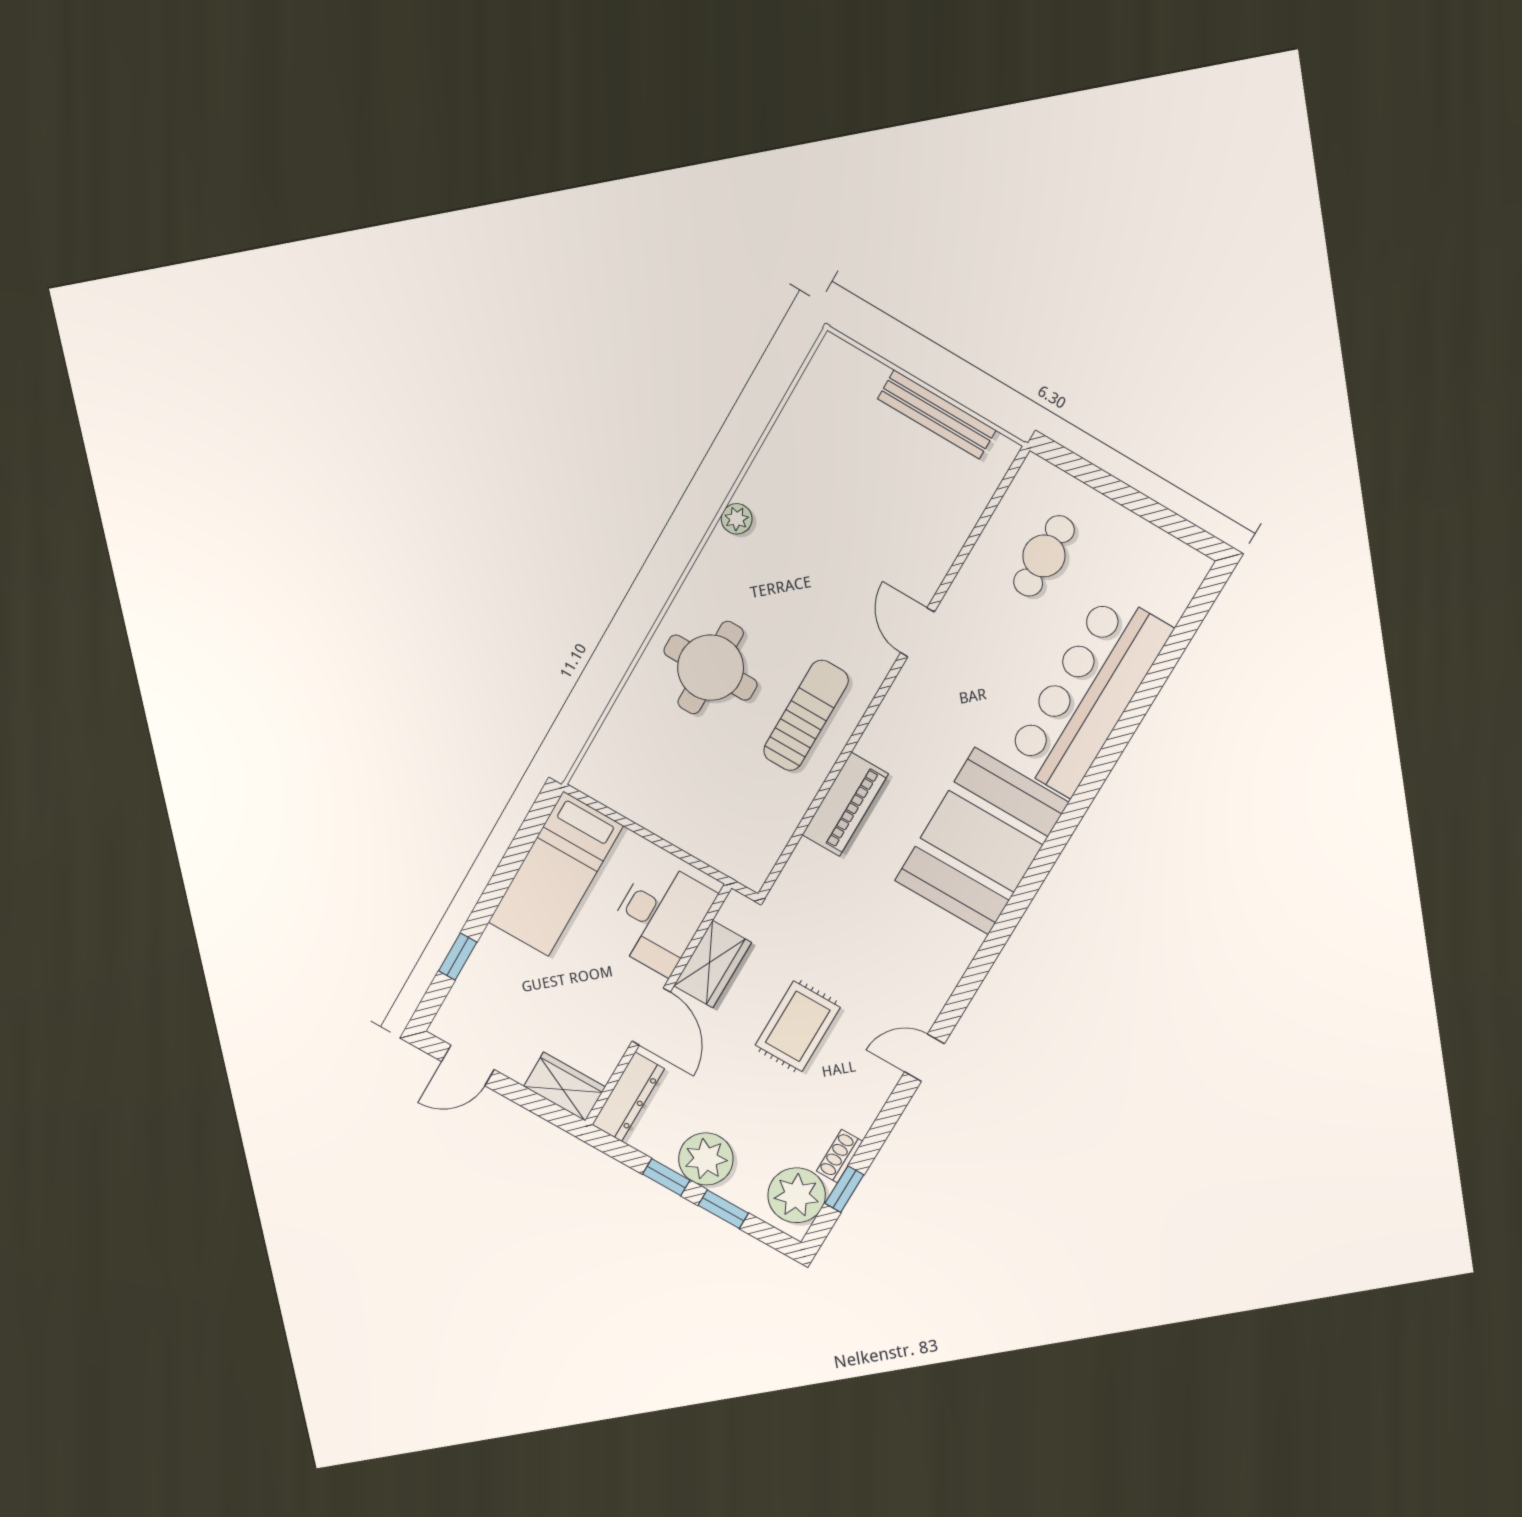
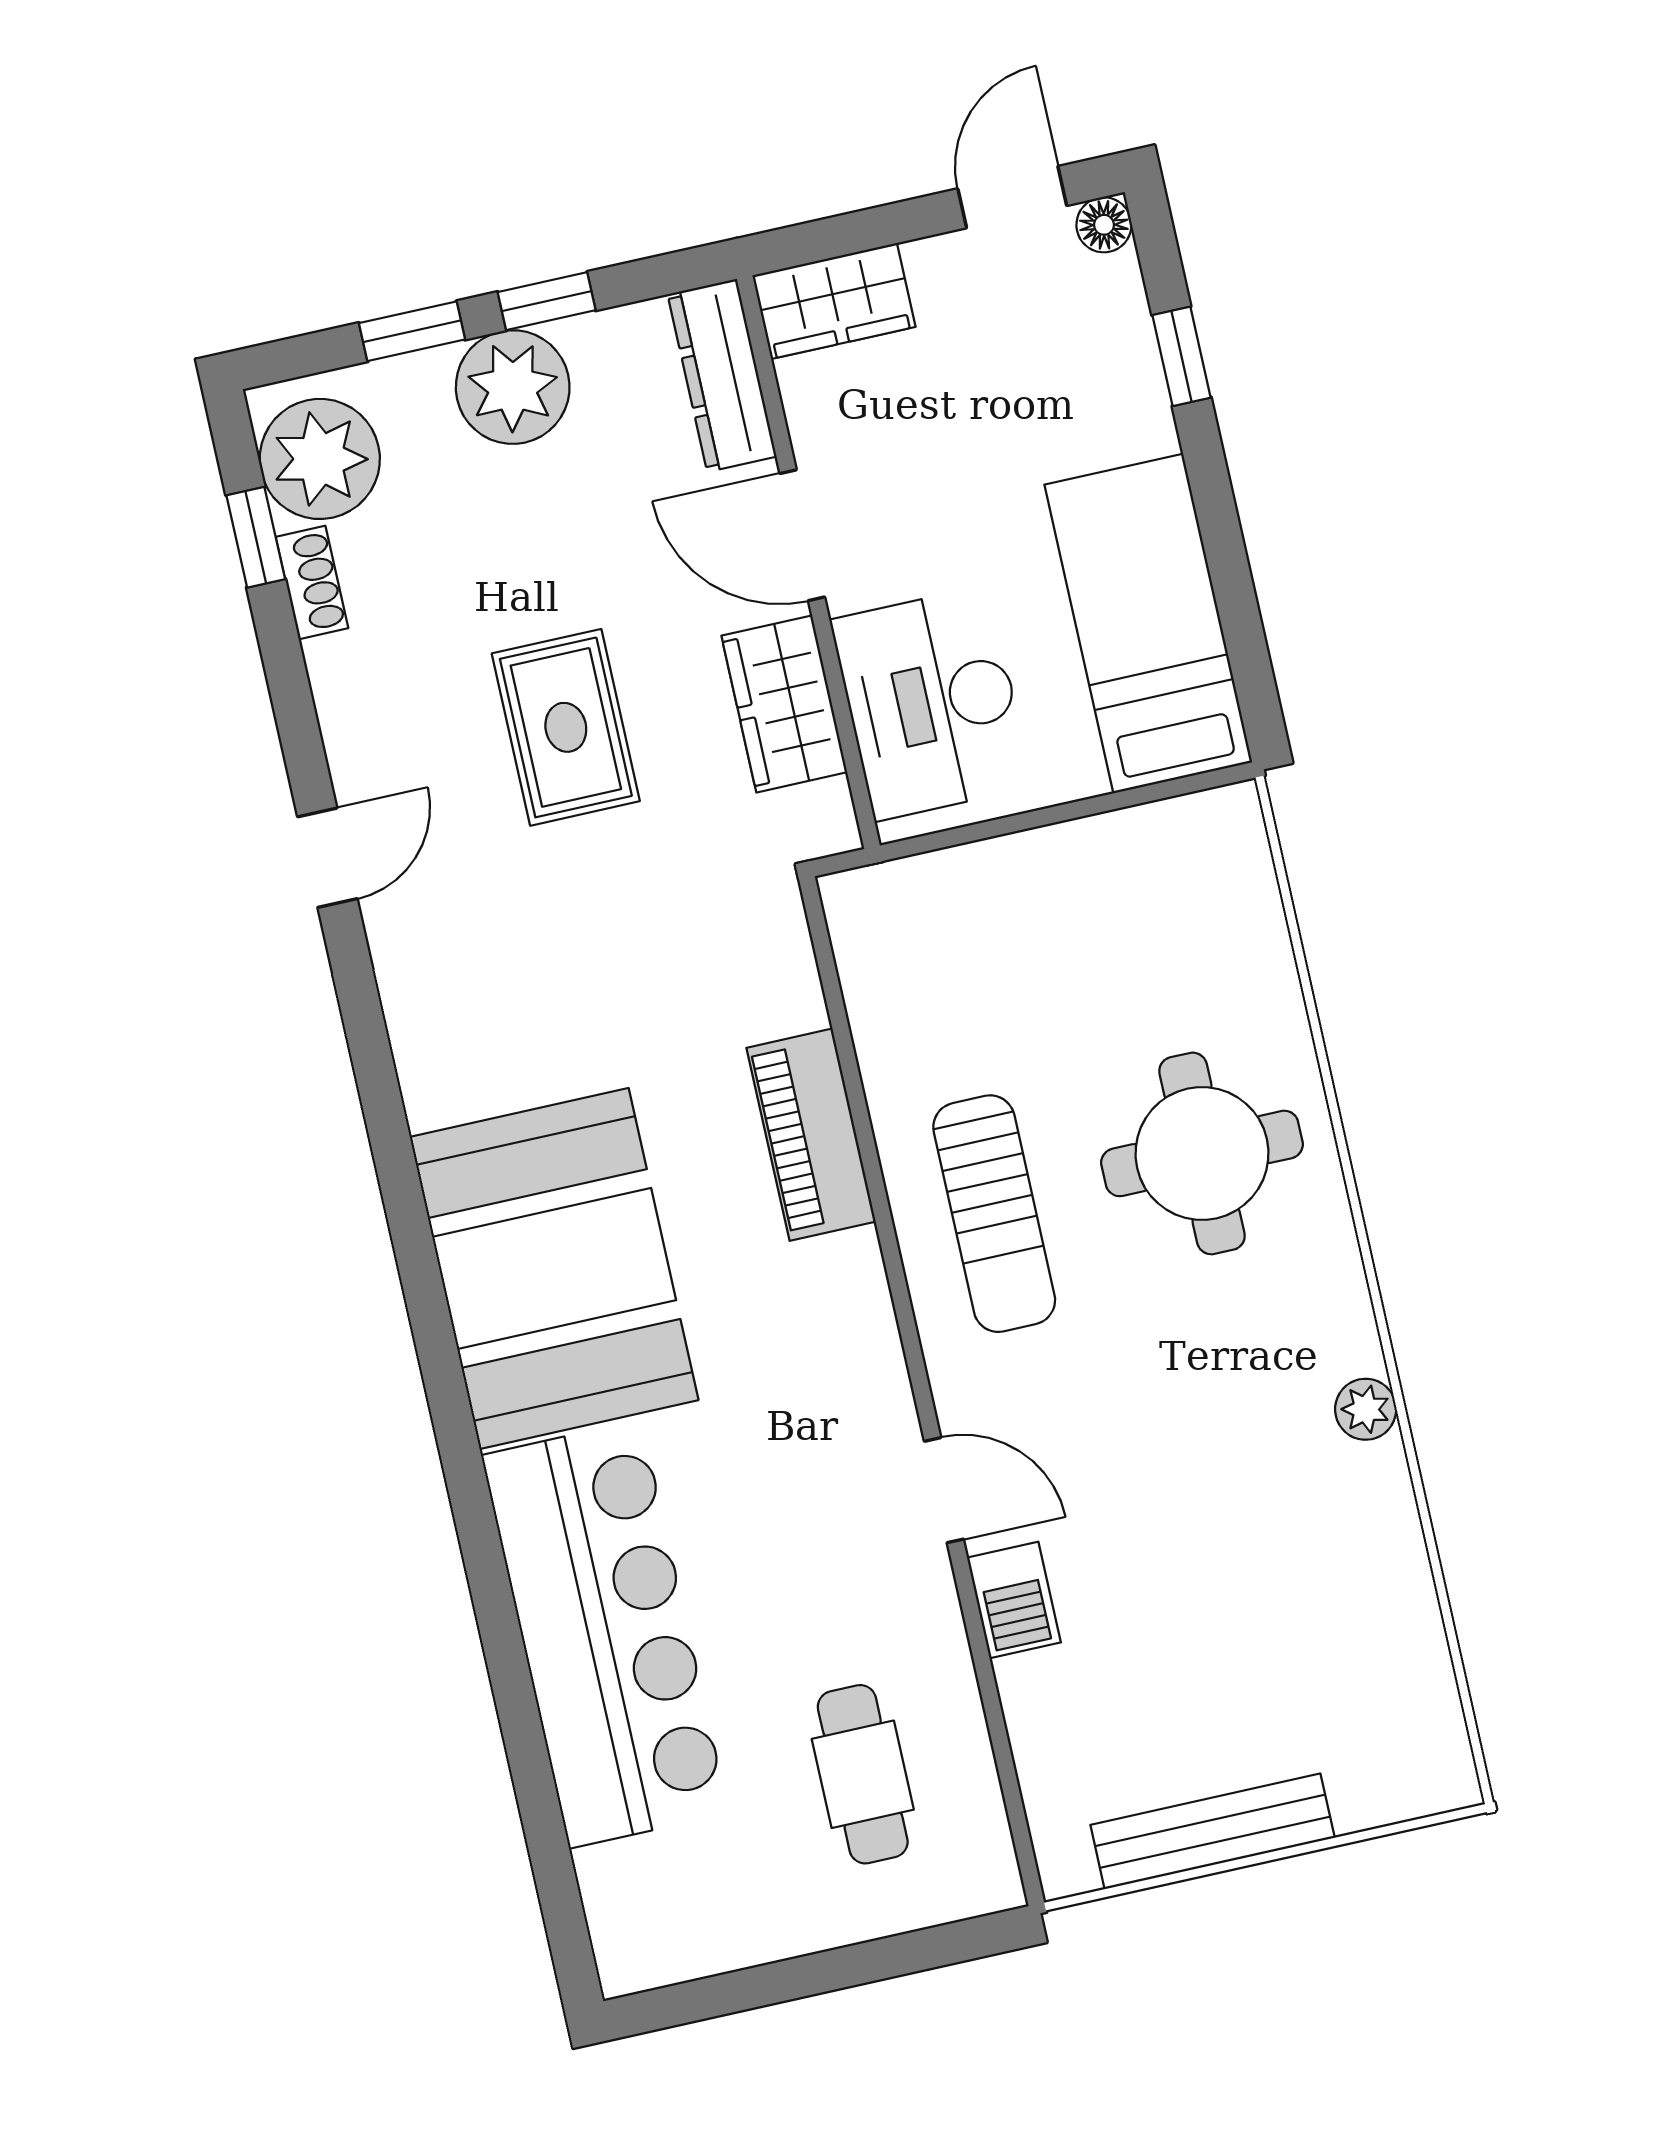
barbecue: (930, 568) -> (1014, 1600), added
floor lamp: (444, 1027) -> (1104, 225), added

